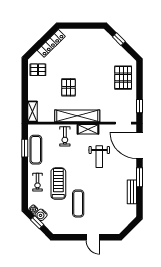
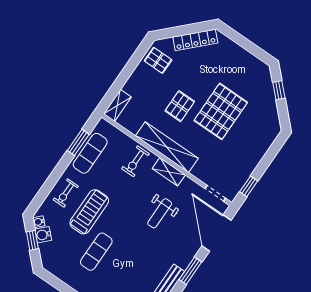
pallet: (123, 78) -> (221, 111), moved, width x1.37, depth x1.41

